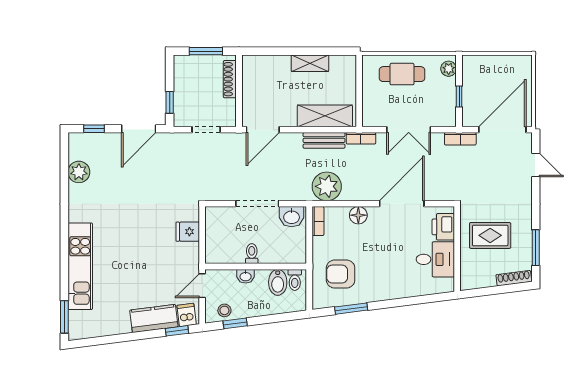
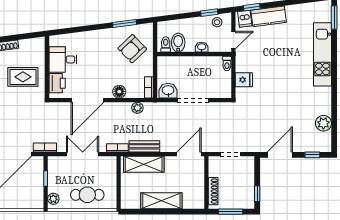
shelving: (310, 63) -> (161, 201), width x1.50, depth x1.33
window: (170, 102) -> (257, 194), moved
plant: (327, 186) -> (137, 108), width x0.53, depth x0.53
toilet: (252, 254) -> (227, 64), moved
armchair: (341, 274) -> (132, 49), turned 136

